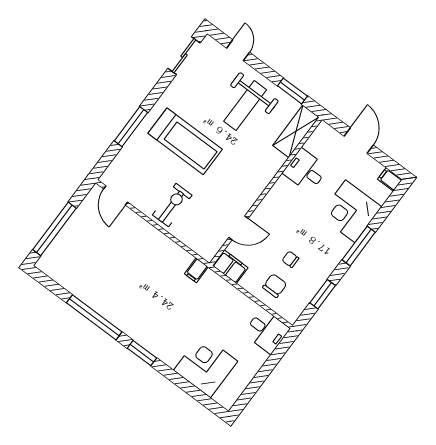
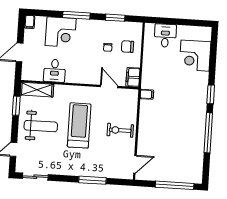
treadmill: (185, 141) -> (79, 125), moved
desk: (267, 331) -> (165, 36), moved

